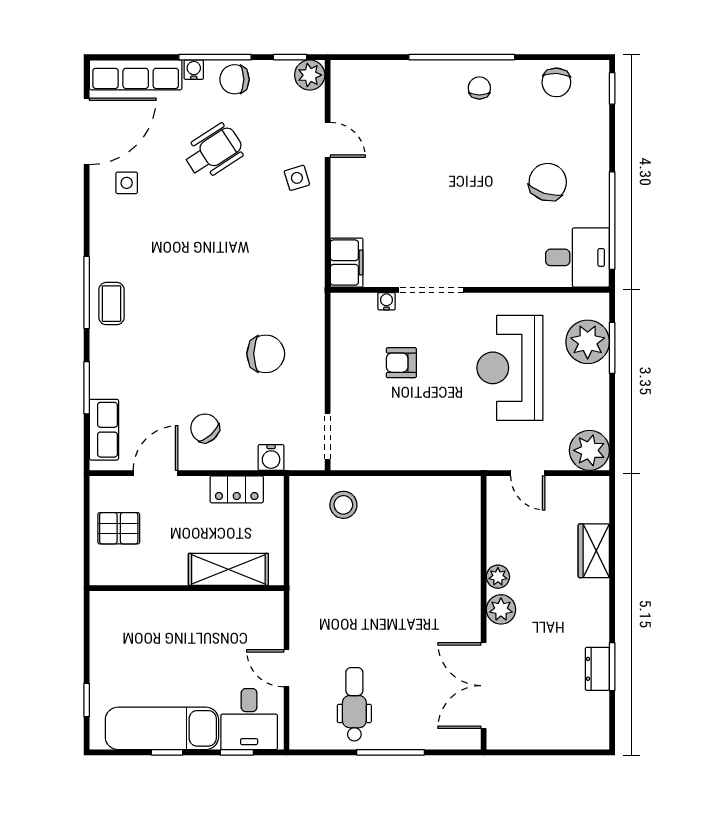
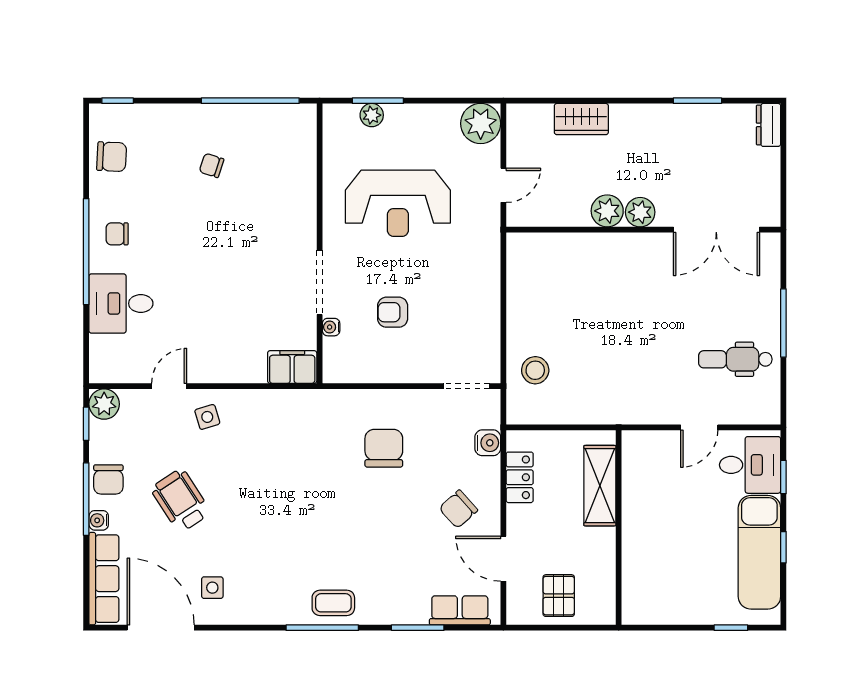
chair: (548, 182) -> (212, 165), width x0.54, depth x0.54
desk: (578, 257) -> (121, 303), moved, turned -90
plant: (588, 342) -> (372, 115), width x0.53, depth x0.53
armchair: (401, 363) -> (393, 312), turned 90
plant: (498, 577) -> (607, 211), width x1.38, depth x1.38
dresser: (597, 669) -> (769, 125), moved, turned 90

